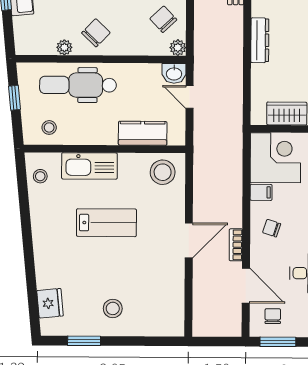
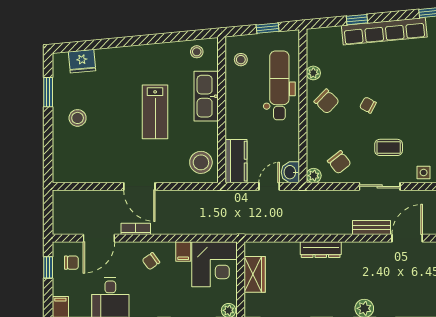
chair: (163, 19) -> (339, 162), turned 95
kitchen counter: (143, 133) -> (236, 161), moved
chair: (272, 228) -> (151, 261), turned -144
window: (278, 342) -> (48, 267), width x0.67

